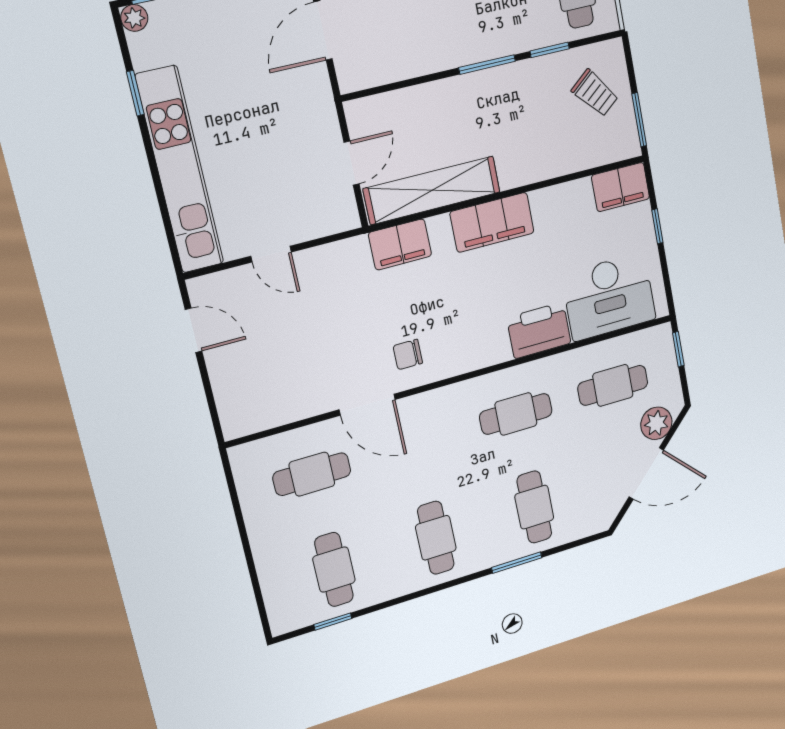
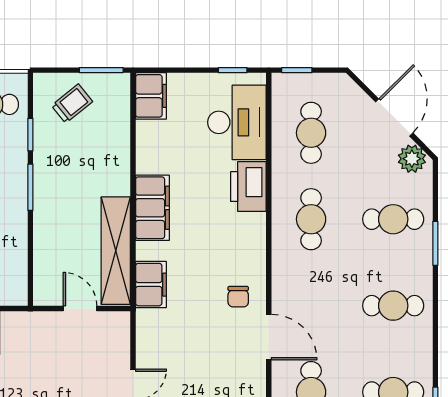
window: (657, 226) -> (233, 70), moved
door: (367, 405) -> (269, 337), hinge flipped
plant: (656, 423) -> (412, 159), moved

